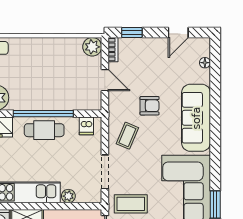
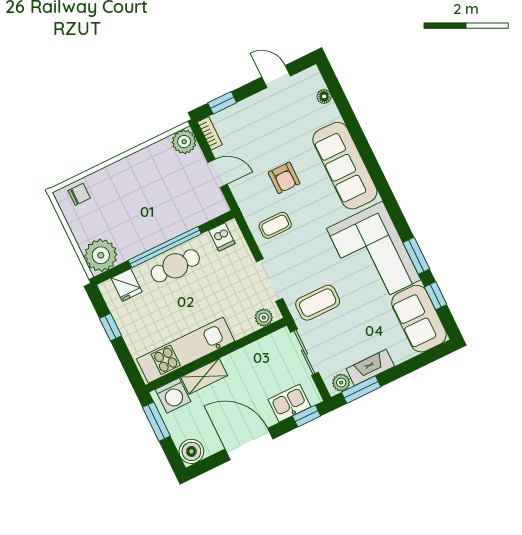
door: (178, 33) -> (276, 77), swing flipped
armchair: (150, 106) -> (284, 178), turned 90
coffee table: (127, 136) -> (275, 225), turned 67
plant: (68, 196) -> (264, 318), moved

